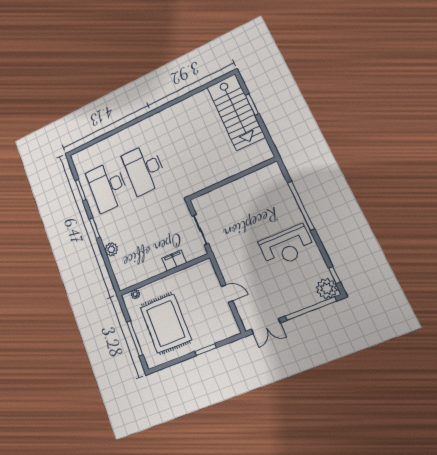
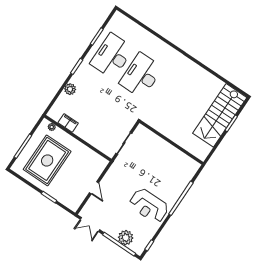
filing cabinet: (174, 260) -> (68, 123), moved
plant: (327, 289) -> (126, 238), moved

